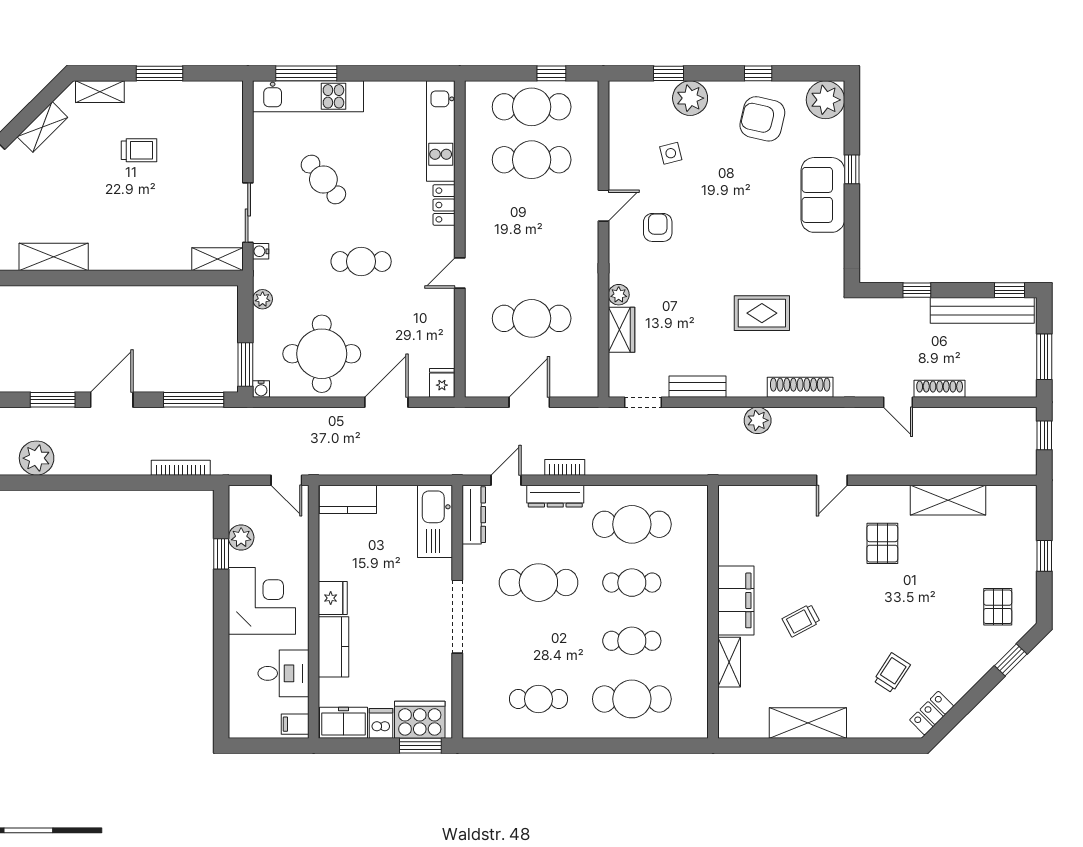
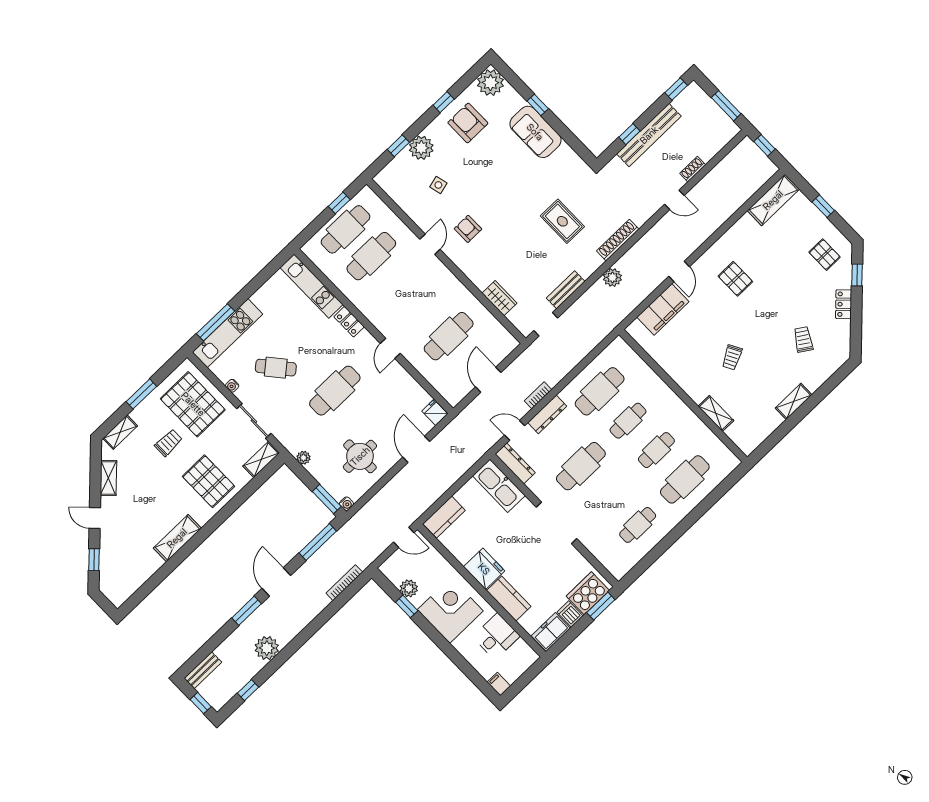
armchair: (762, 119) -> (468, 123), turned 77
pallet: (202, 135) -> (193, 404), added
pallet: (142, 229) -> (208, 481), added
water cooler: (261, 251) -> (232, 386), moved
cafe table: (361, 261) -> (335, 391), width x1.37, depth x1.35
plant: (619, 295) -> (481, 282), removed
bench: (982, 310) -> (649, 135), moved
rug: (762, 313) -> (562, 221), turned 90
round table: (322, 354) -> (360, 456), width x0.73, depth x0.73
shoe rack: (940, 389) -> (693, 169), width x0.70
door: (506, 480) -> (515, 430), hinge flipped
shelving: (948, 500) -> (773, 200), moved
fridge: (333, 598) -> (484, 569), width x1.36, depth x1.34
filing cabinet: (736, 600) -> (663, 309), moved, turned 90
locker: (932, 713) -> (844, 304), moved
shelving: (808, 723) -> (794, 401), width x0.67, depth x0.75
filing cabinet: (295, 724) -> (499, 684), moved, turned 90

